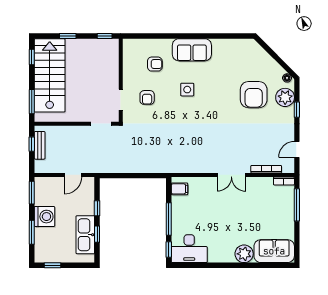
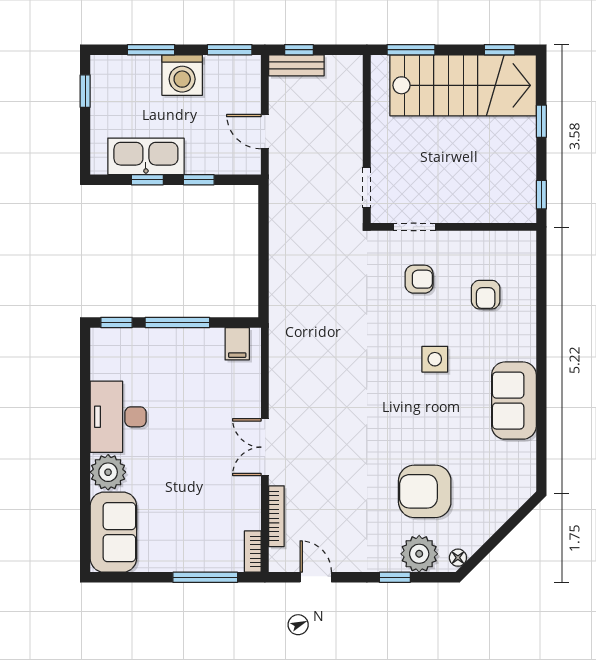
sofa: (192, 50) -> (514, 401), moved
armchair: (147, 97) -> (419, 279), turned 180
window: (32, 144) -> (299, 50), moved
bench: (40, 145) -> (296, 65), moved
desk: (189, 249) -> (118, 417), moved

